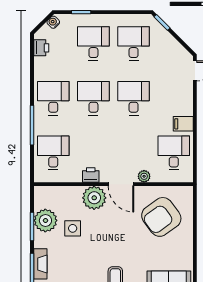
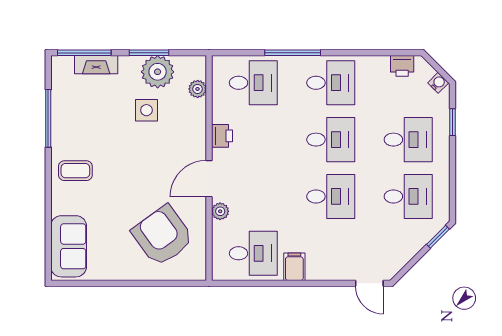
plant: (94, 198) -> (198, 89), moved, width x0.53, depth x0.53

